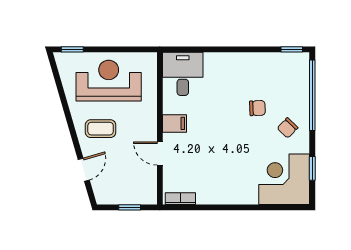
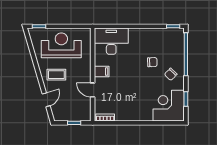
desk: (183, 74) -> (111, 41), width x1.37

